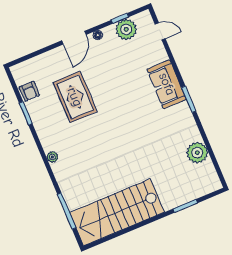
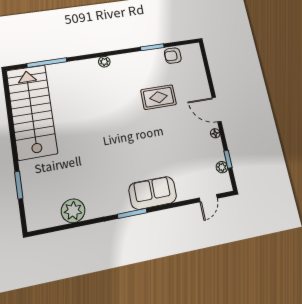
plant: (126, 29) -> (222, 167), width x0.53, depth x0.53
rug: (75, 97) -> (158, 97), width x0.73, depth x0.70

